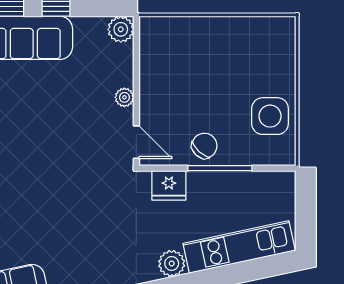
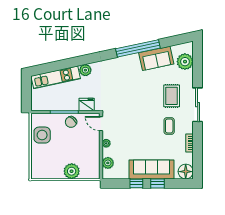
plant: (121, 29) -> (108, 163), moved
plant: (203, 34) -> (72, 171), added

